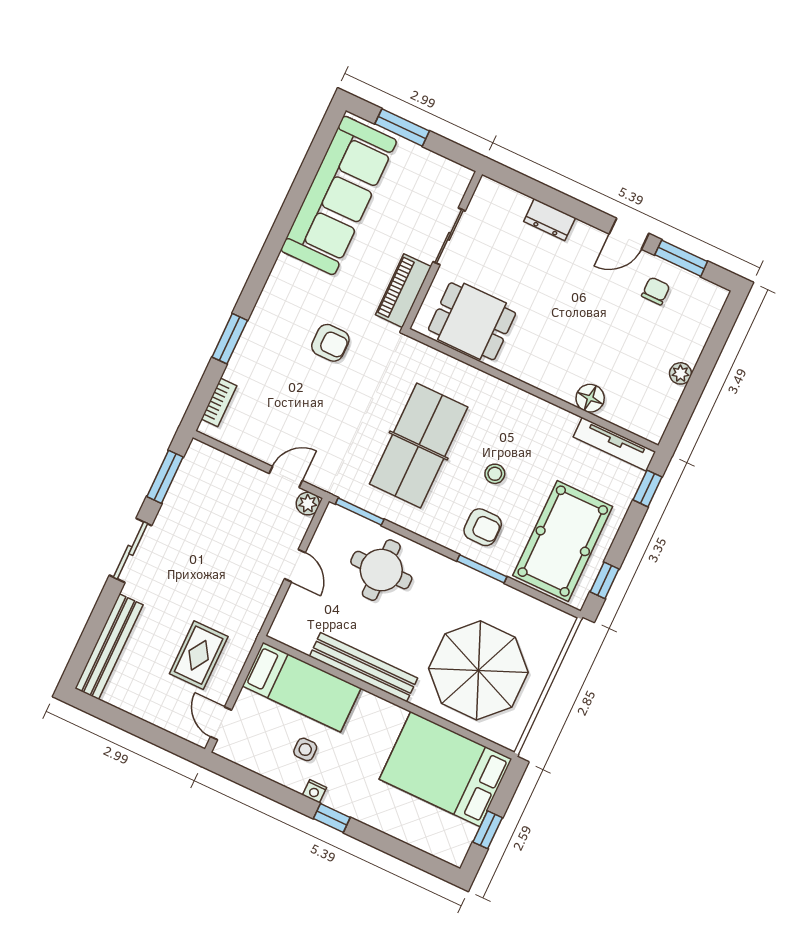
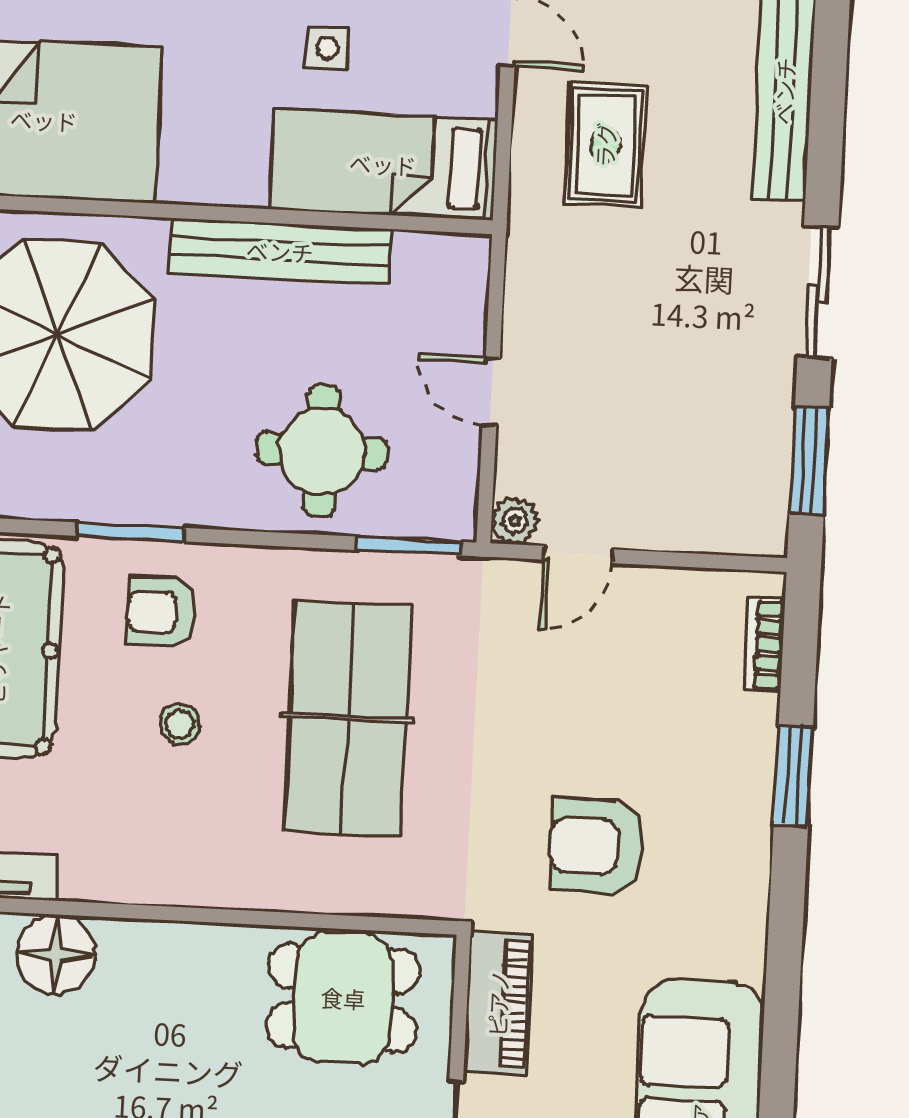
armchair: (330, 343) -> (597, 846), width x1.38, depth x1.38
floor lamp: (590, 398) -> (56, 954), width x1.38, depth x1.38

